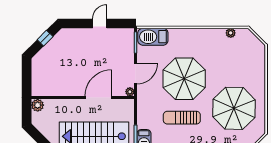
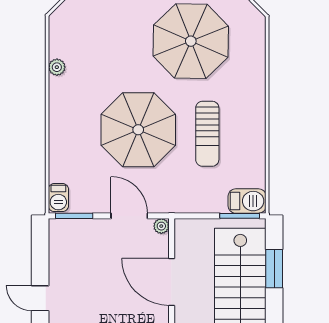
door: (100, 23) -> (40, 298), moved
plant: (231, 33) -> (57, 67), moved
barbecue: (153, 37) -> (58, 198), width x0.53, depth x0.65

